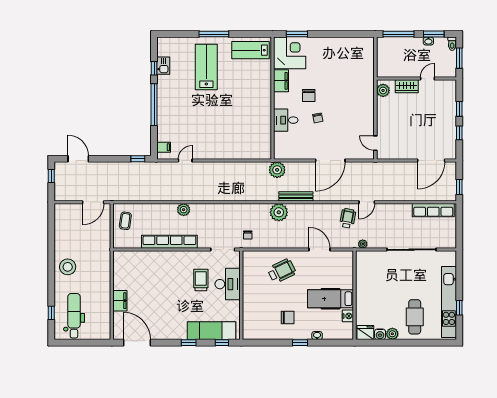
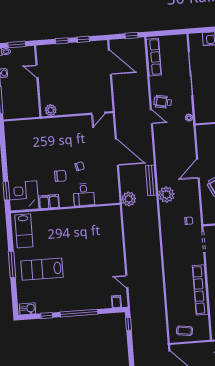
kitchen sink: (163, 66) -> (27, 309), moved
wardrobe: (407, 86) -> (45, 89), removed
plant: (184, 210) -> (171, 280), removed
wheelchair: (348, 218) -> (163, 102), moved
door: (319, 250) -> (198, 169), moved

